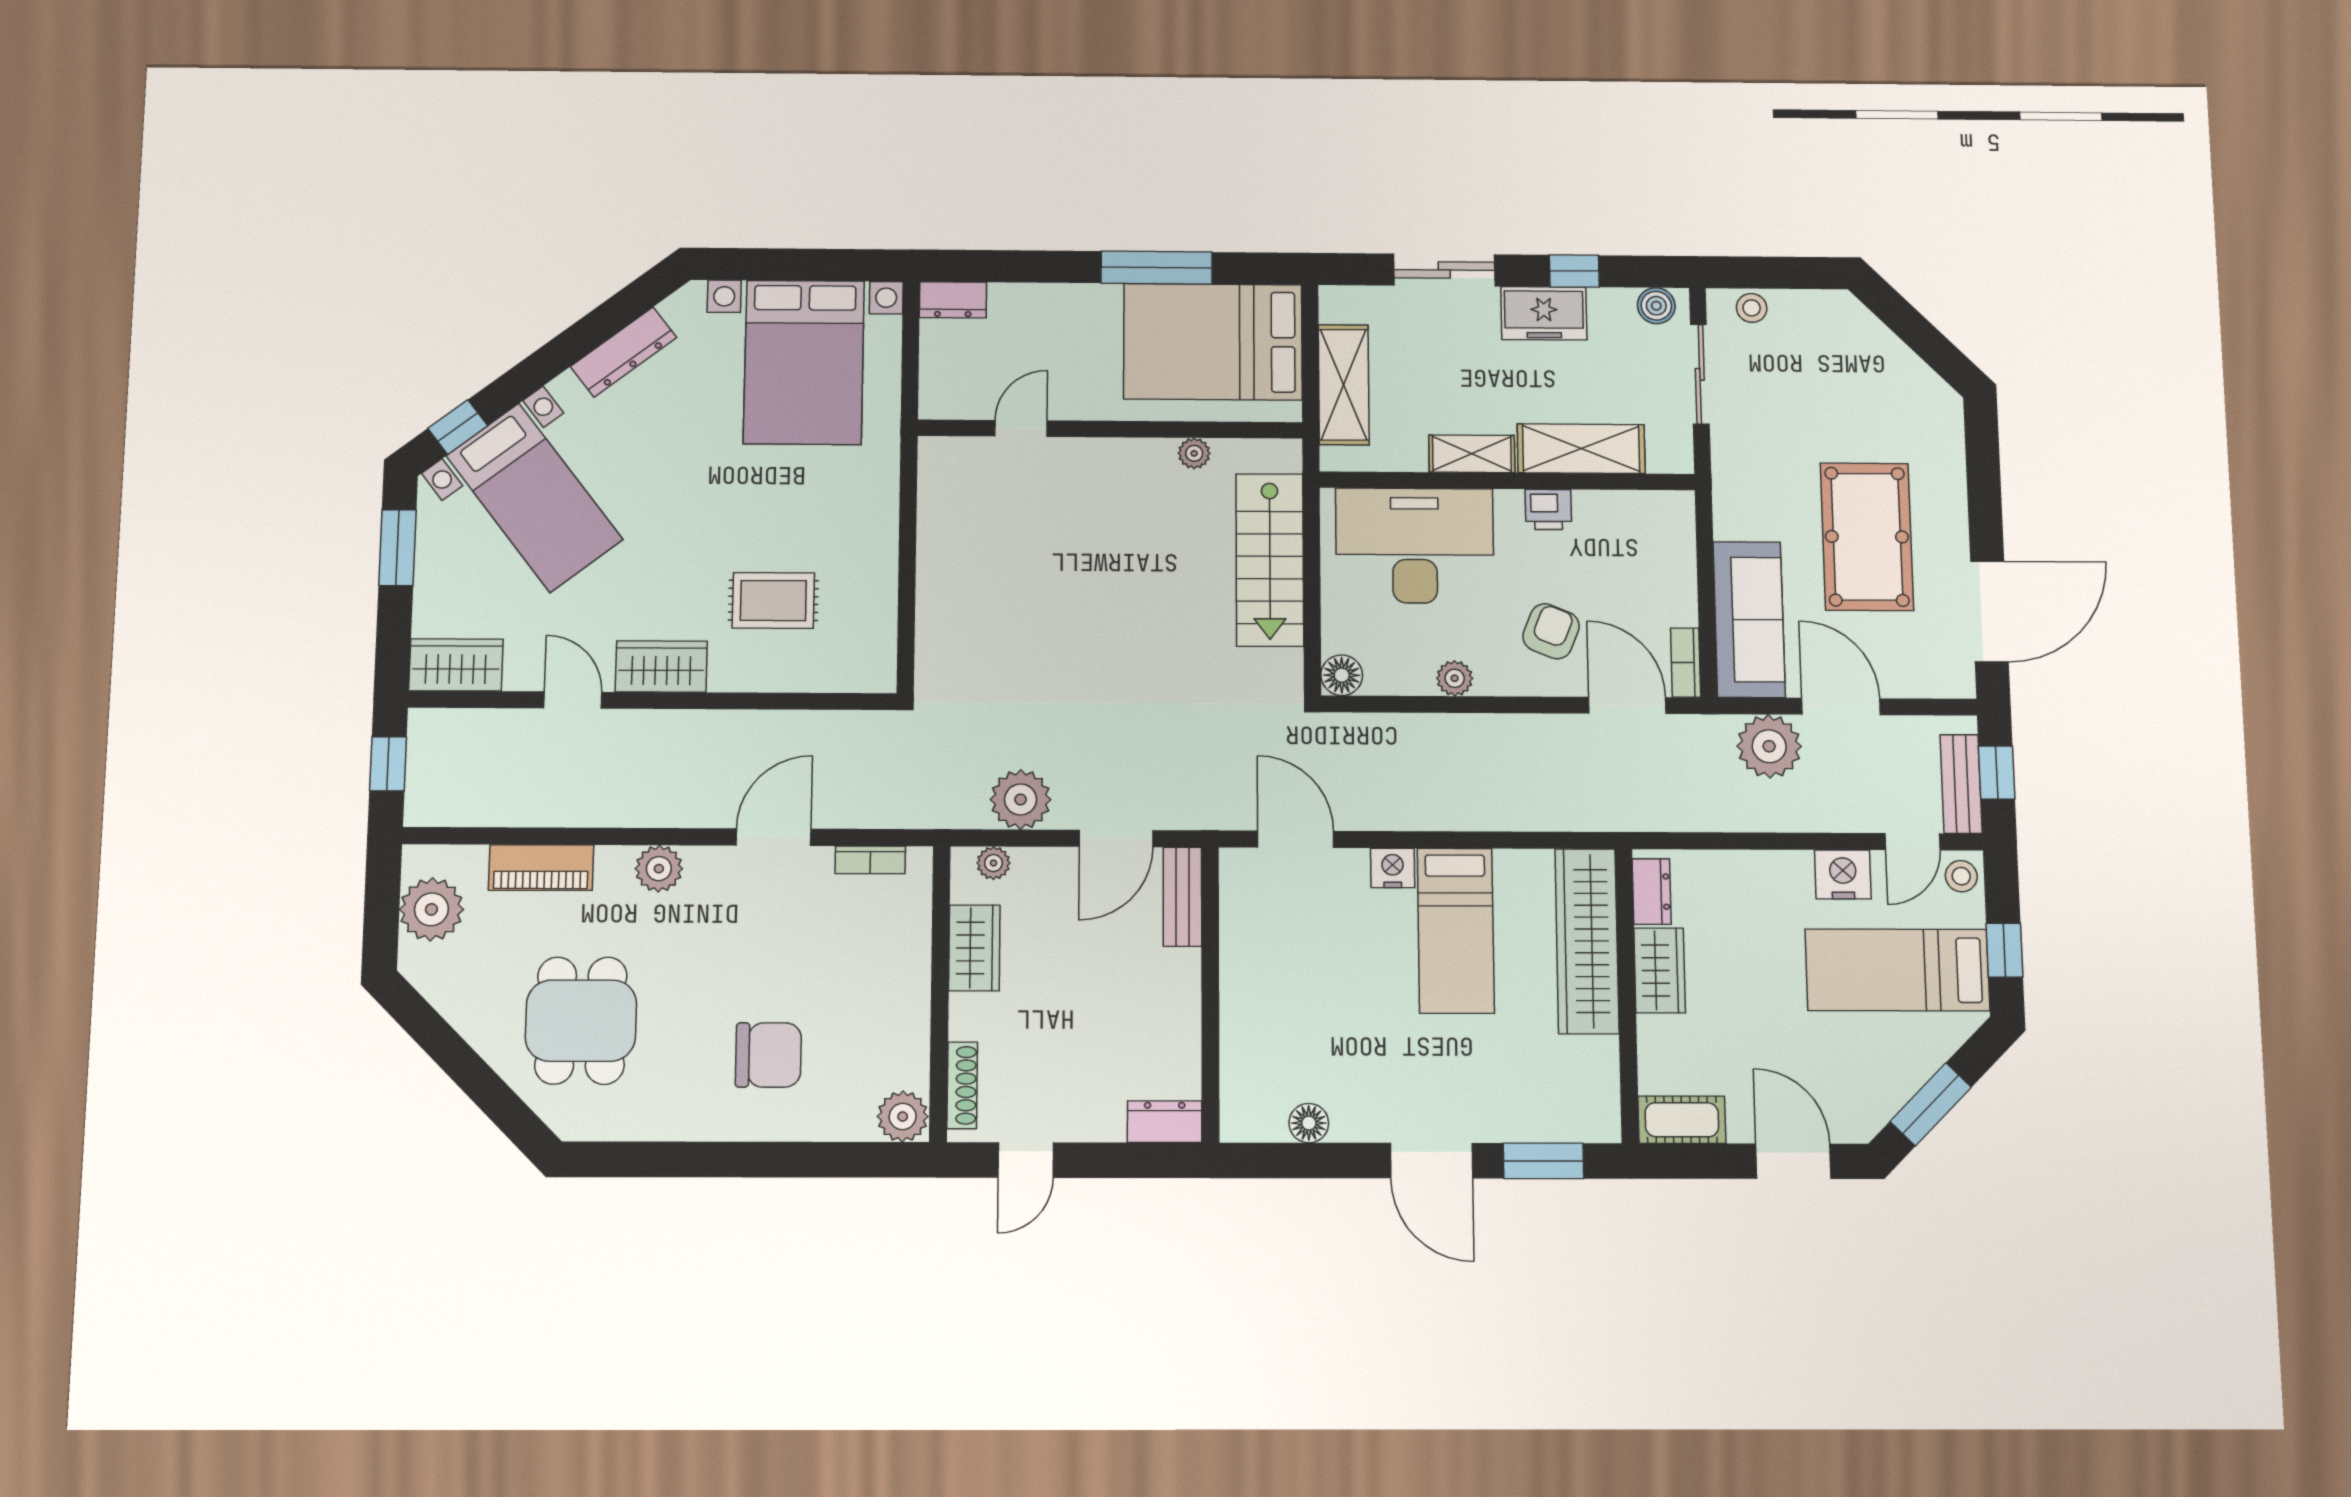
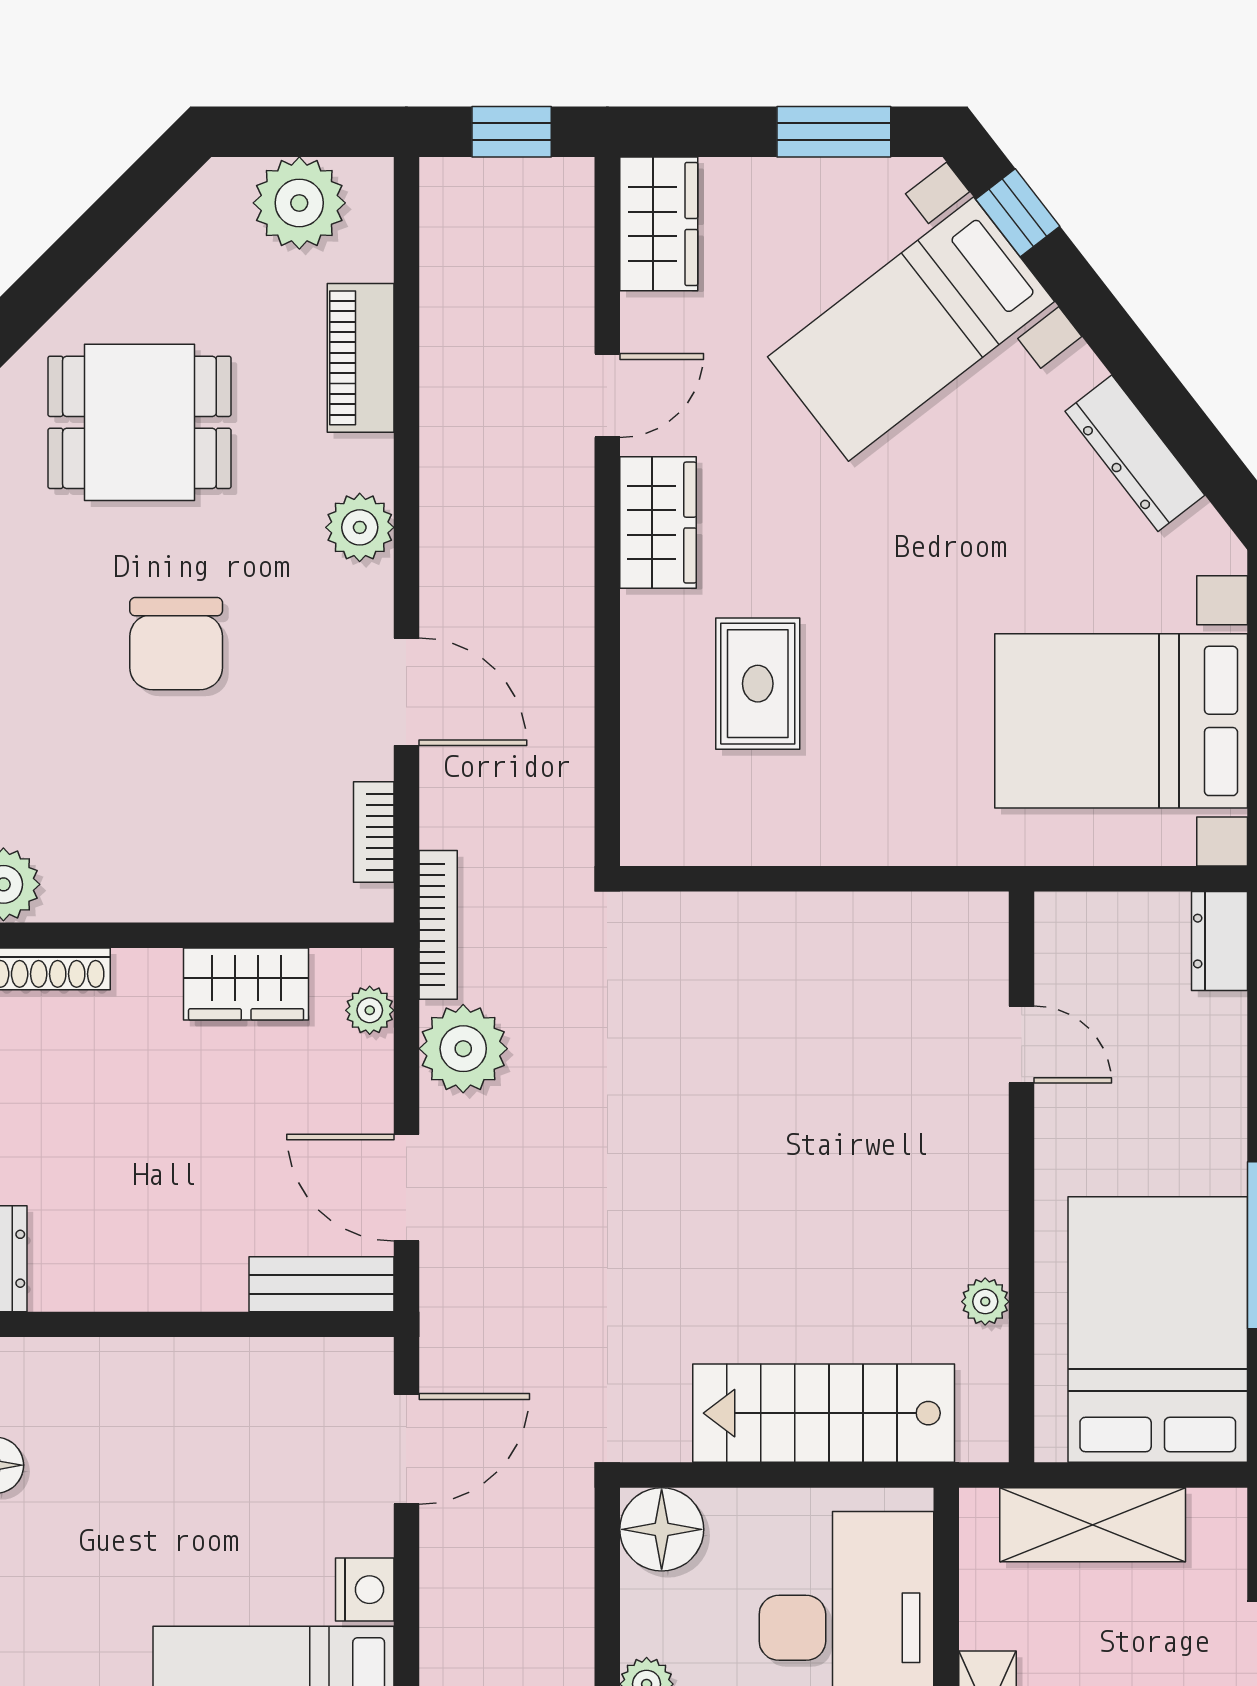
floor lamp: (1342, 675) -> (662, 1529), width x1.38, depth x1.38
bookcase: (935, 816) -> (438, 925), added
chair: (768, 1055) -> (176, 644), moved

